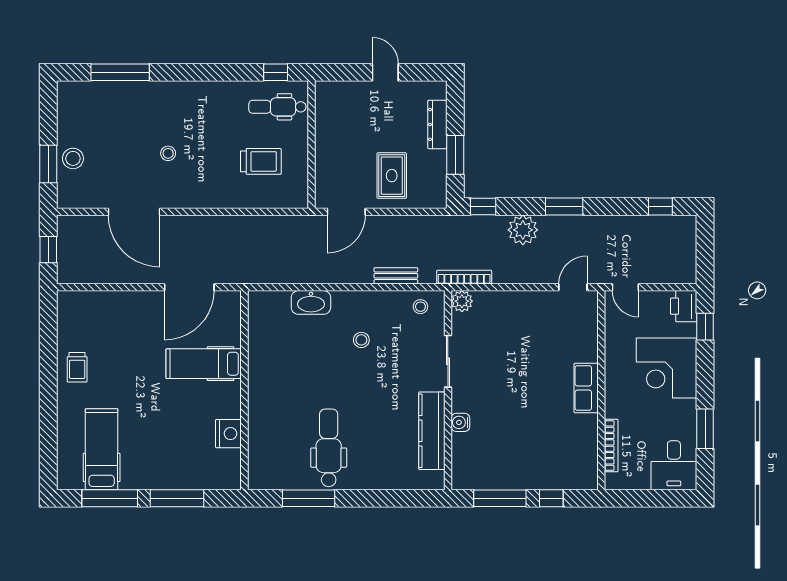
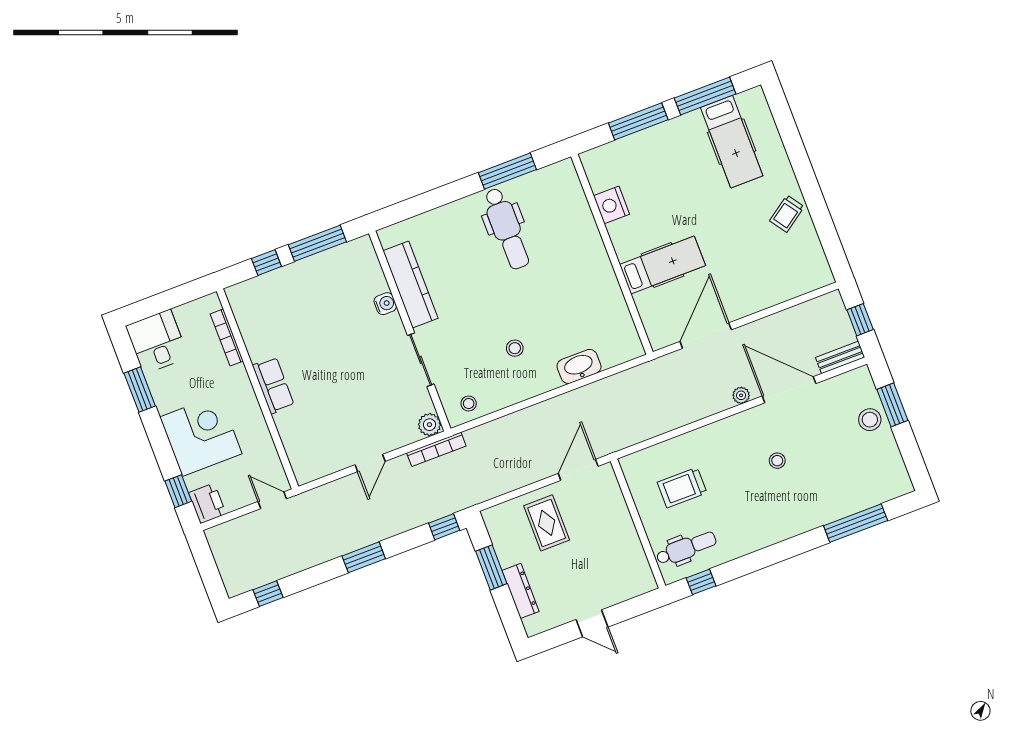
plant: (523, 230) -> (741, 395), moved, width x0.53, depth x0.53
bench: (396, 276) -> (840, 357), moved
door: (573, 287) -> (370, 463), moved
trolley: (77, 367) -> (787, 214), turned -125

